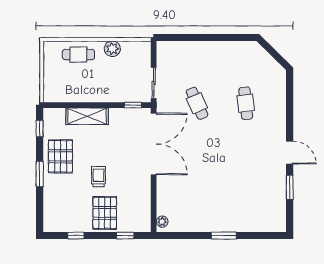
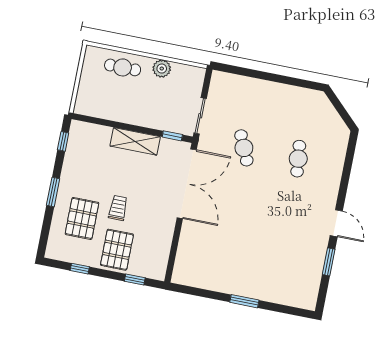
shelving: (87, 116) -> (135, 141), moved
pallet: (60, 156) -> (82, 218), moved
plant: (162, 222) -> (179, 272), removed

